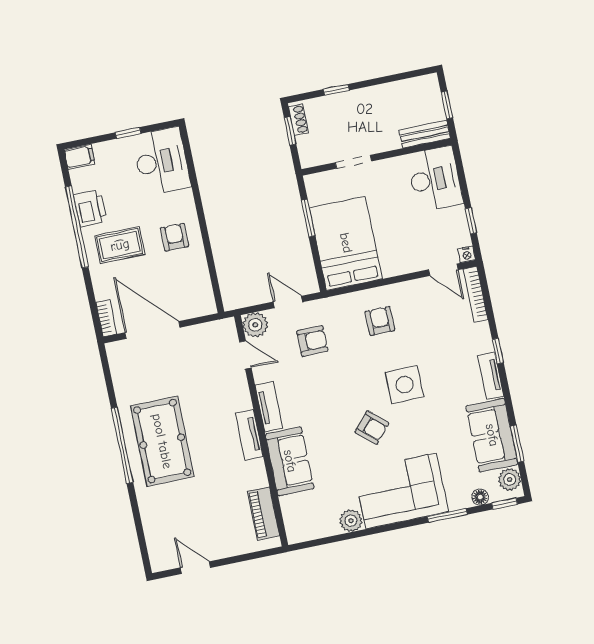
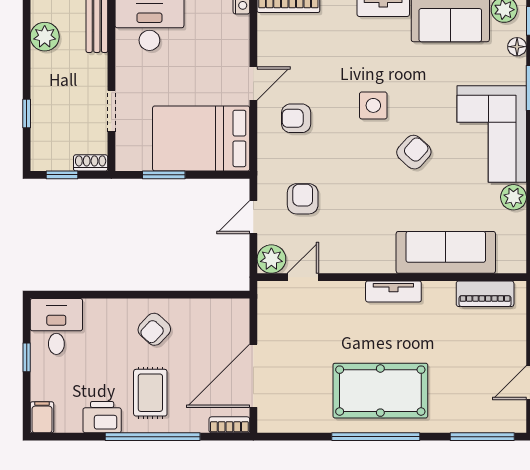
plant: (405, 92) -> (45, 37), added
shoe rack: (298, 120) -> (91, 163), moved
desk: (161, 161) -> (56, 326), width x0.73
window: (77, 227) -> (153, 437), moved
armchair: (175, 237) -> (154, 329), turned -47
door: (443, 270) -> (253, 83), moved
side table: (405, 385) -> (373, 105), width x0.73, depth x0.73
tv unit: (269, 407) -> (367, 263), removed
sofa: (290, 461) -> (446, 252), width x1.36
window: (141, 536) -> (482, 437), added

